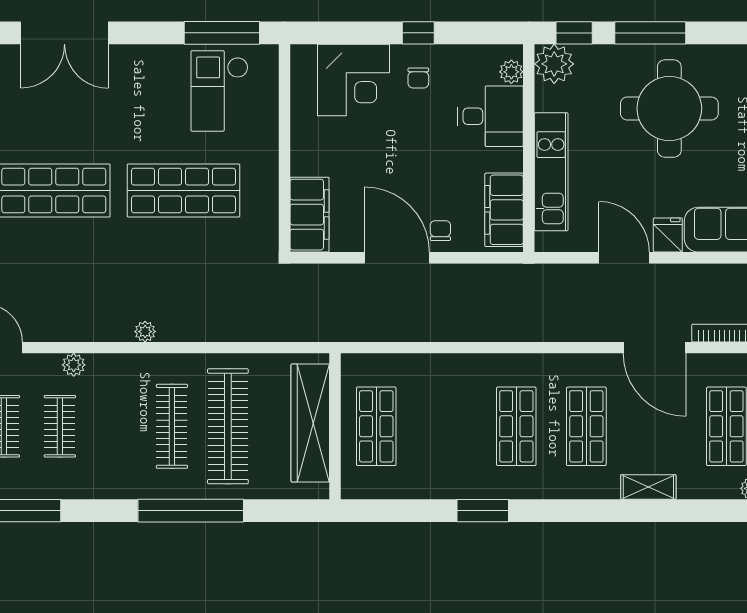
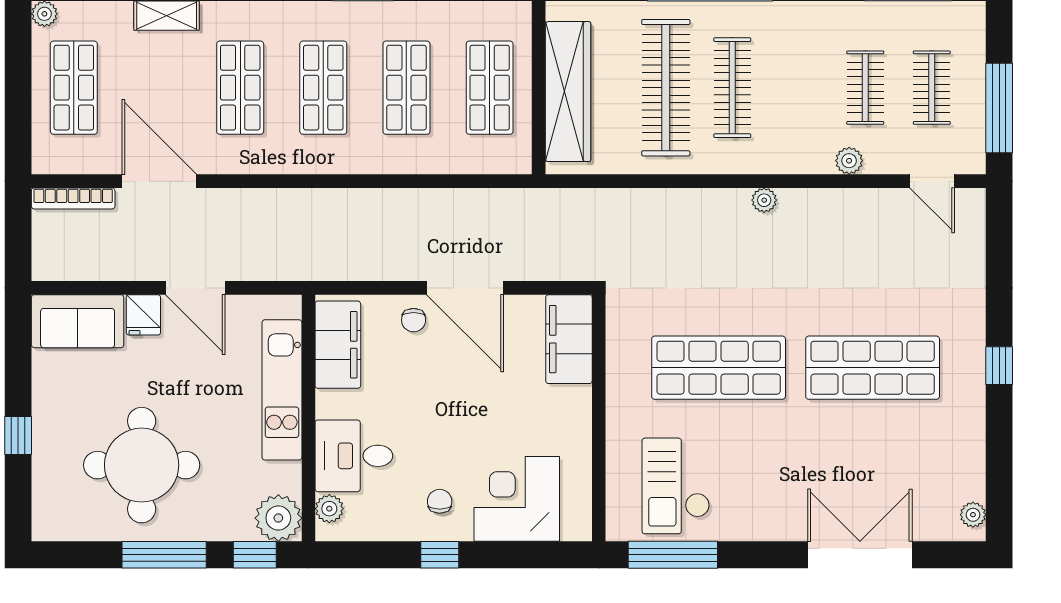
checkout: (219, 91) -> (676, 486), turned 180
shop shelf: (446, 426) -> (406, 88), added

